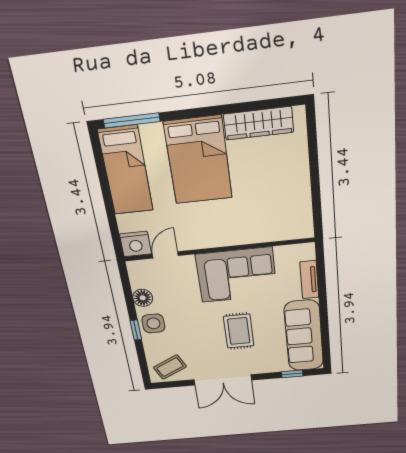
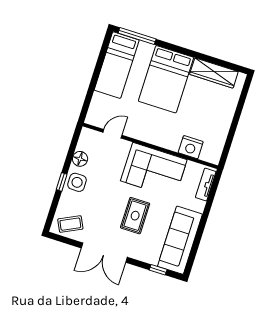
nightstand: (135, 244) -> (191, 147), moved
tv unit: (309, 280) -> (206, 185), moved

